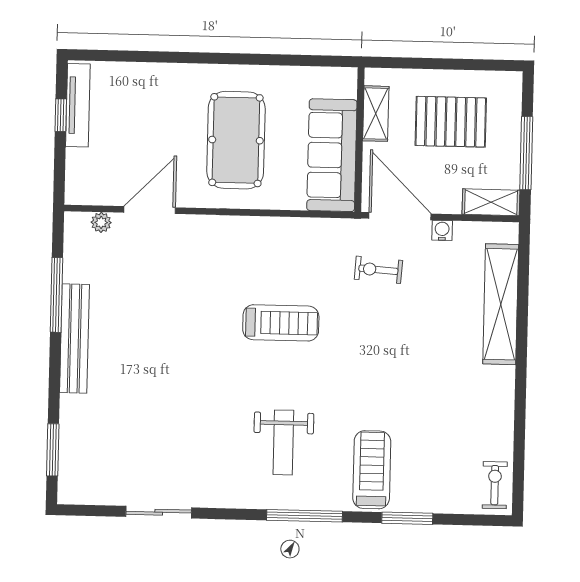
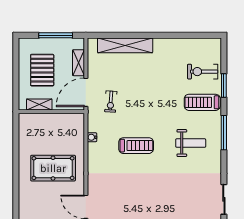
sofa: (332, 155) -> (59, 124), removed
shelving: (491, 202) -> (79, 63), moved
water cooler: (442, 230) -> (92, 137), moved
treadmill: (281, 323) -> (136, 146), turned 90
exercise bike: (495, 485) -> (203, 72), moved, width x1.38, depth x1.39

